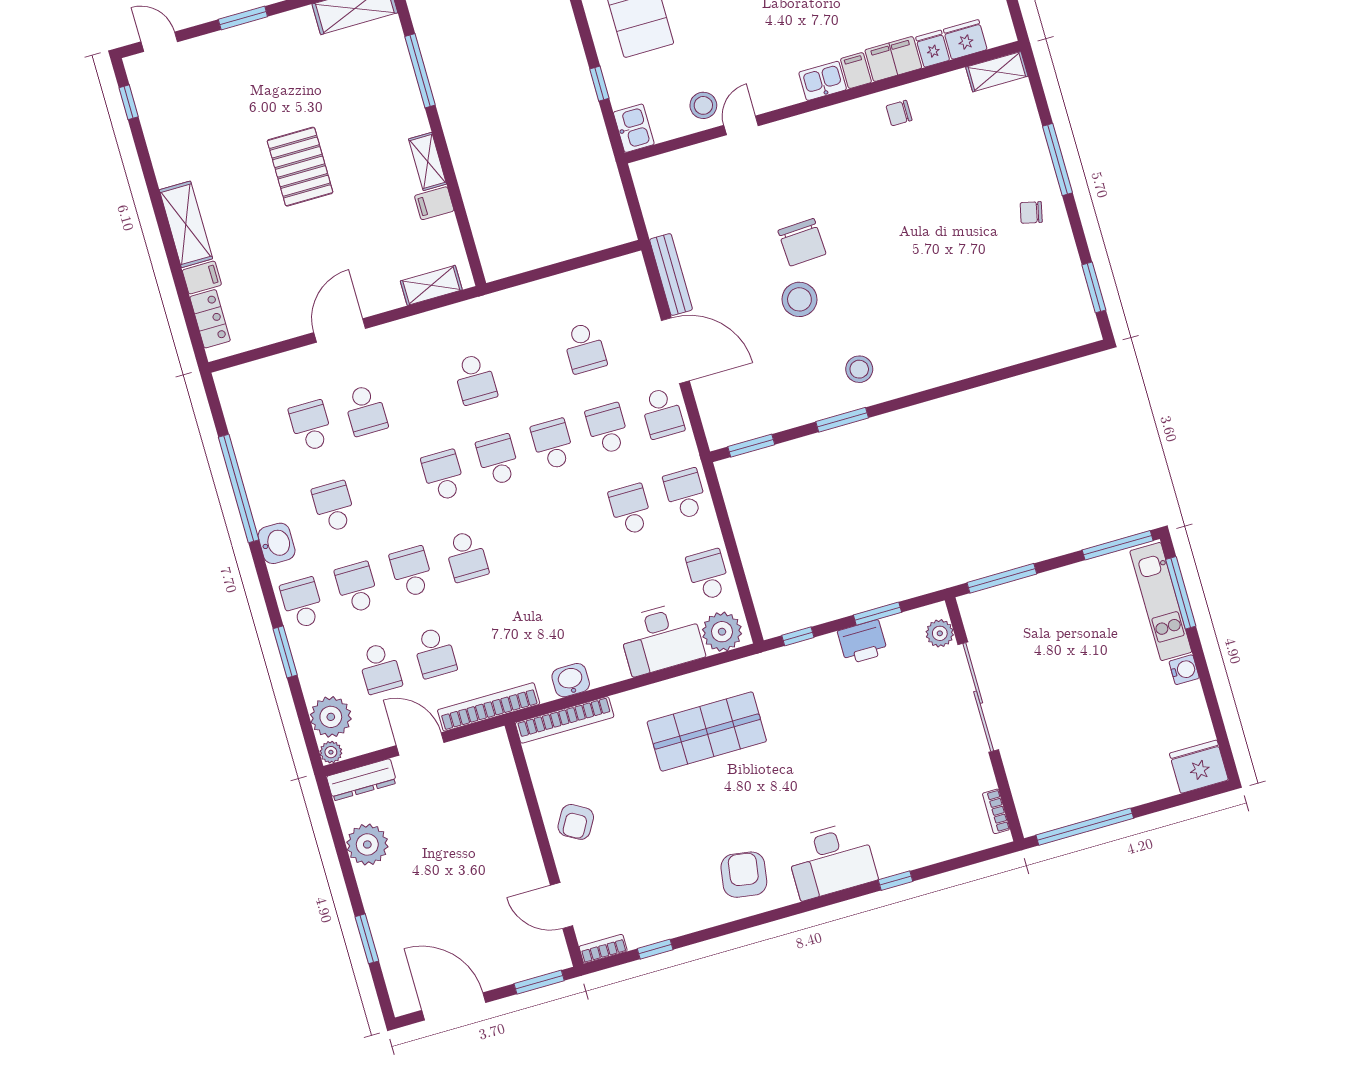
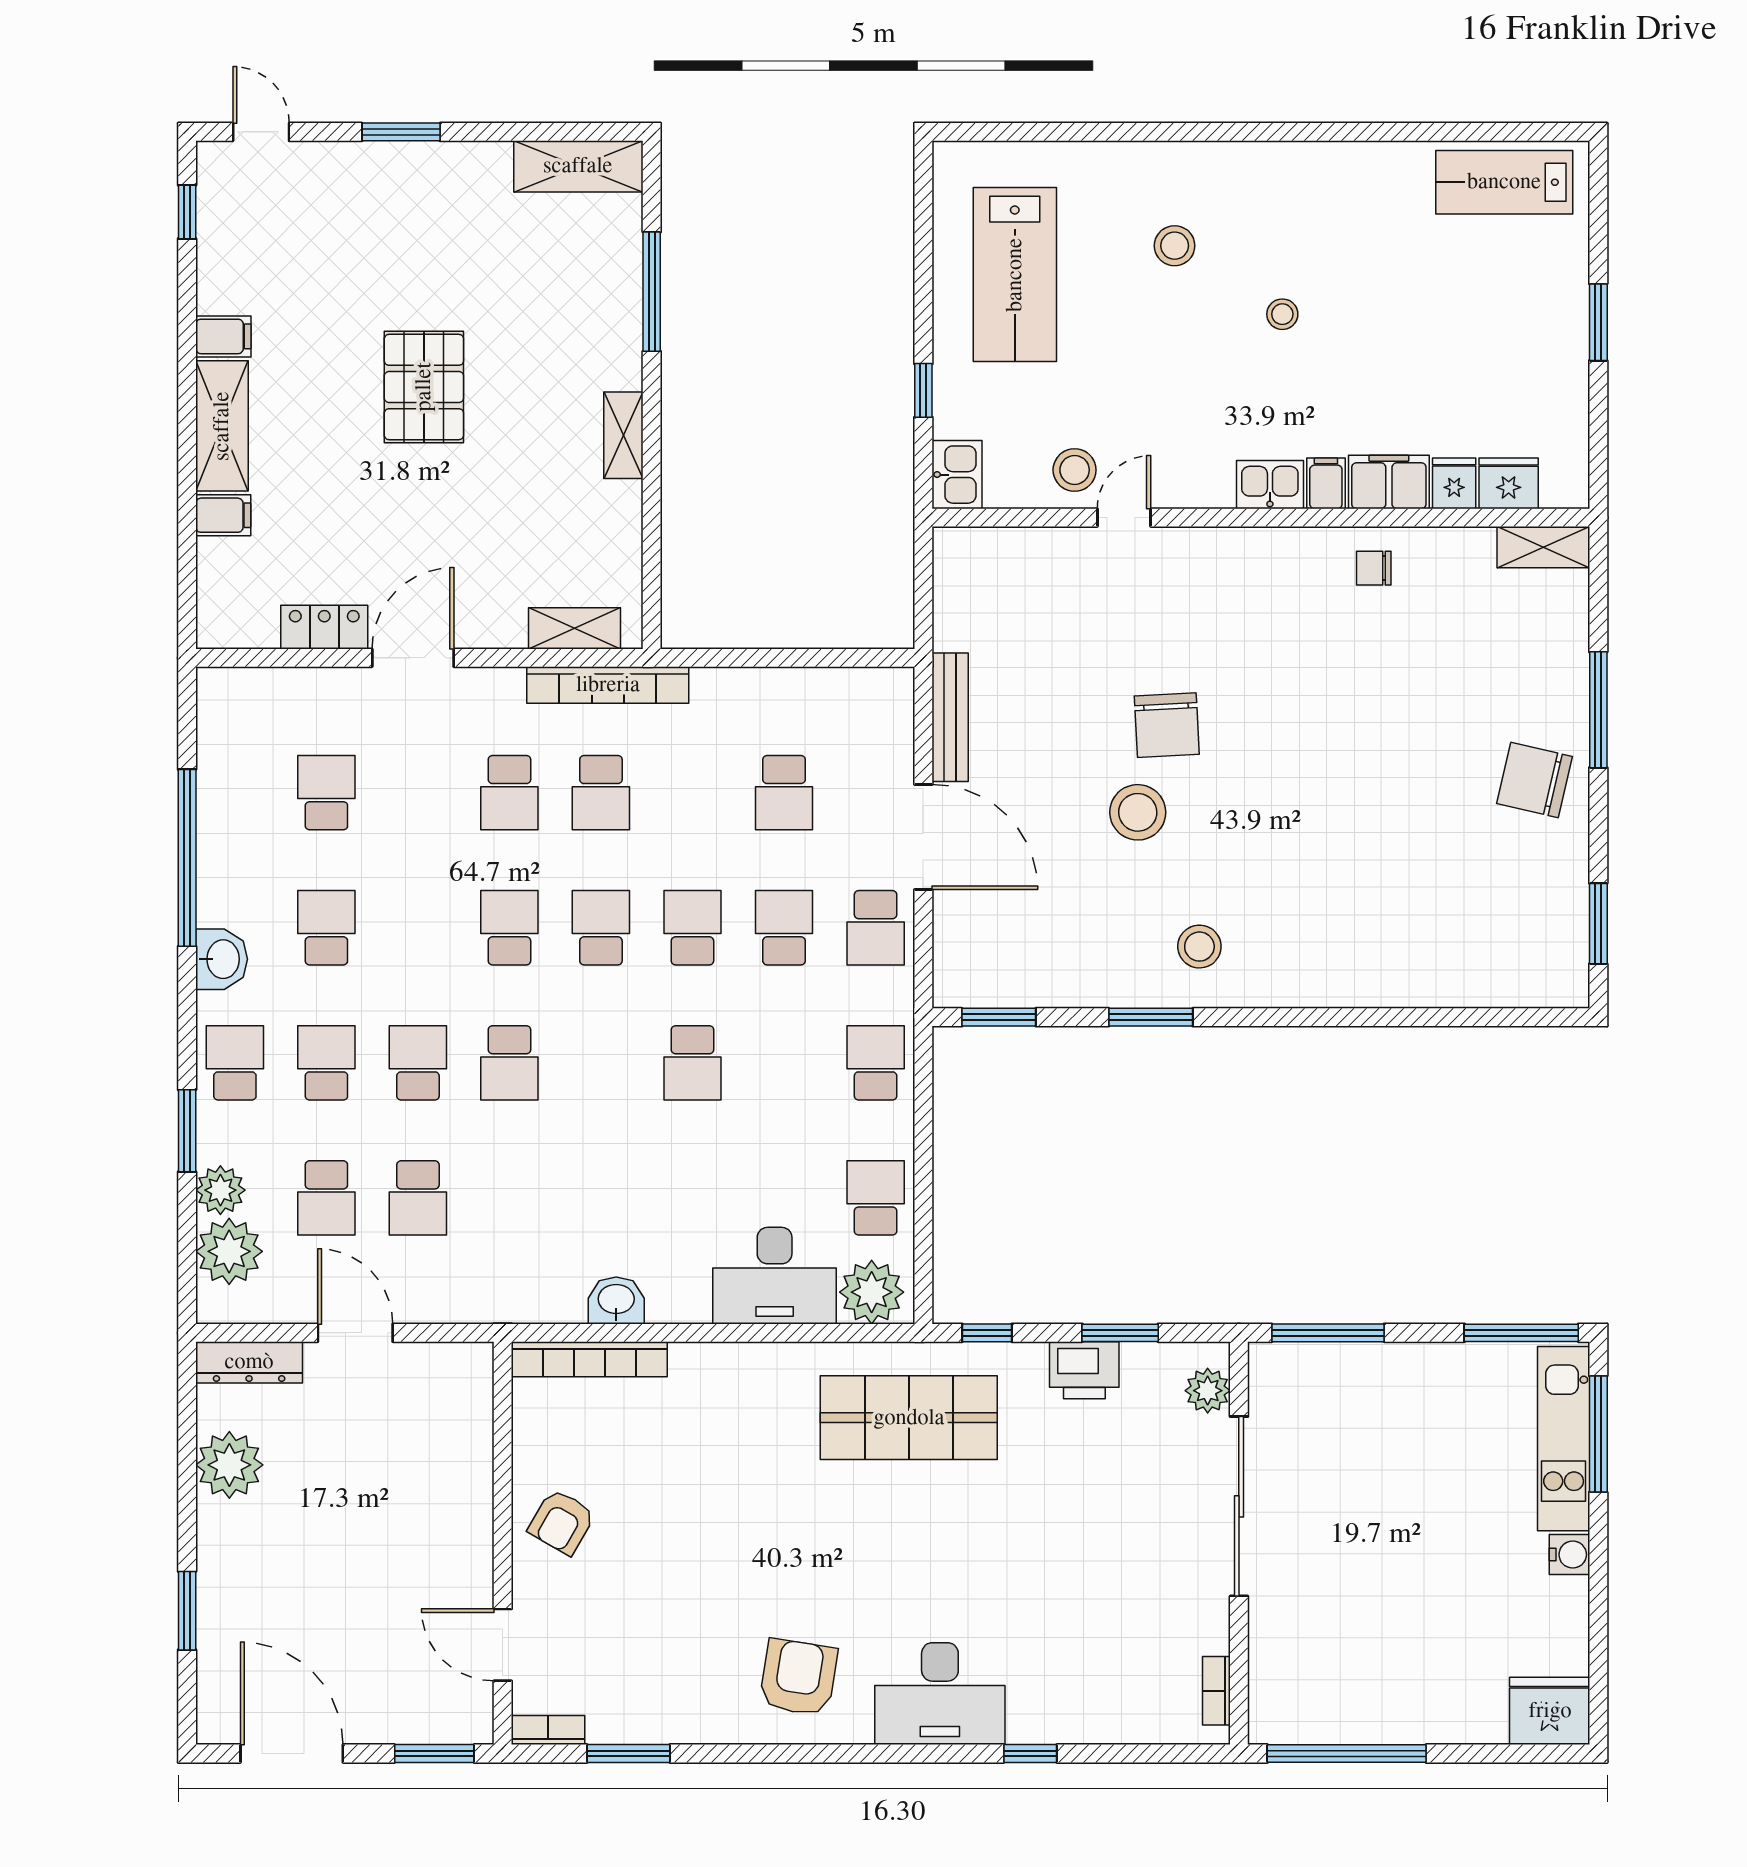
filing cabinet: (434, 203) -> (223, 336), moved, turned 180
chair: (1031, 212) -> (1534, 780), width x1.87, depth x1.87
locker: (210, 319) -> (324, 627), moved, turned -90
school desk: (366, 410) -> (509, 793), moved
school desk: (631, 509) -> (692, 1063), moved, turned 180
bookcase: (489, 707) -> (608, 685), moved, turned 180
shop shelf: (707, 731) -> (909, 1418), moved
plant: (331, 752) -> (220, 1190), moved, width x1.38, depth x1.38
window: (655, 949) -> (628, 1754), width x1.50

